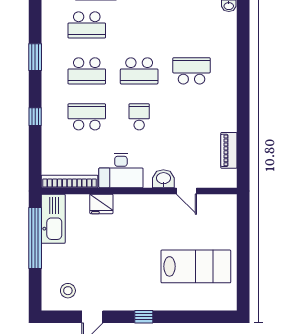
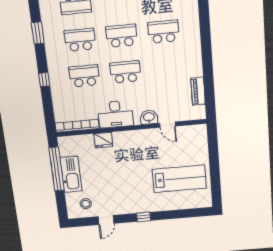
school desk: (87, 71) -> (80, 40), turned 180
school desk: (139, 71) -> (122, 36), turned 180
school desk: (139, 117) -> (125, 72), width x1.85
kitchen sink: (53, 219) -> (71, 174), moved

